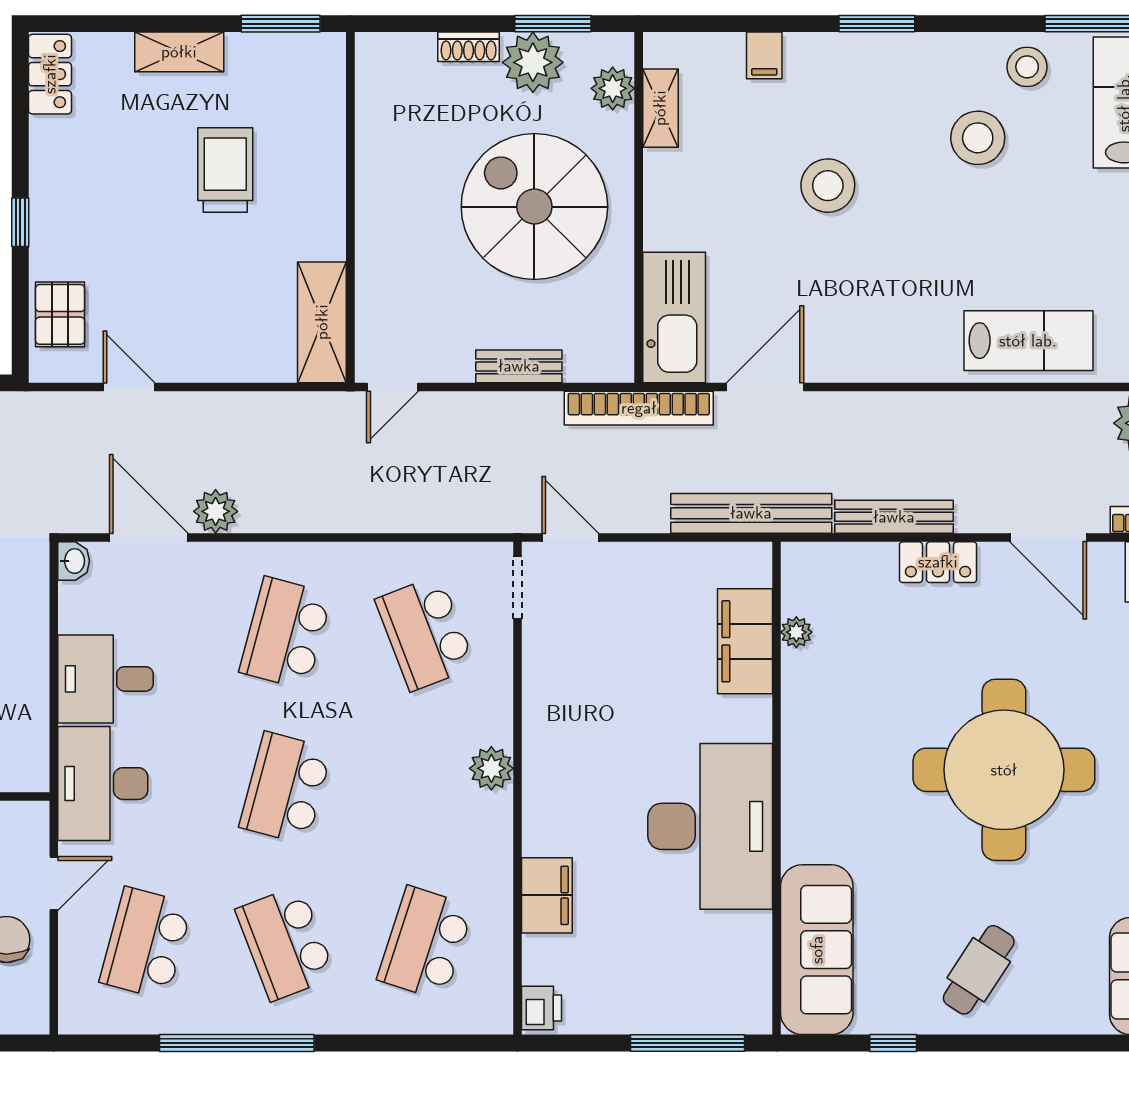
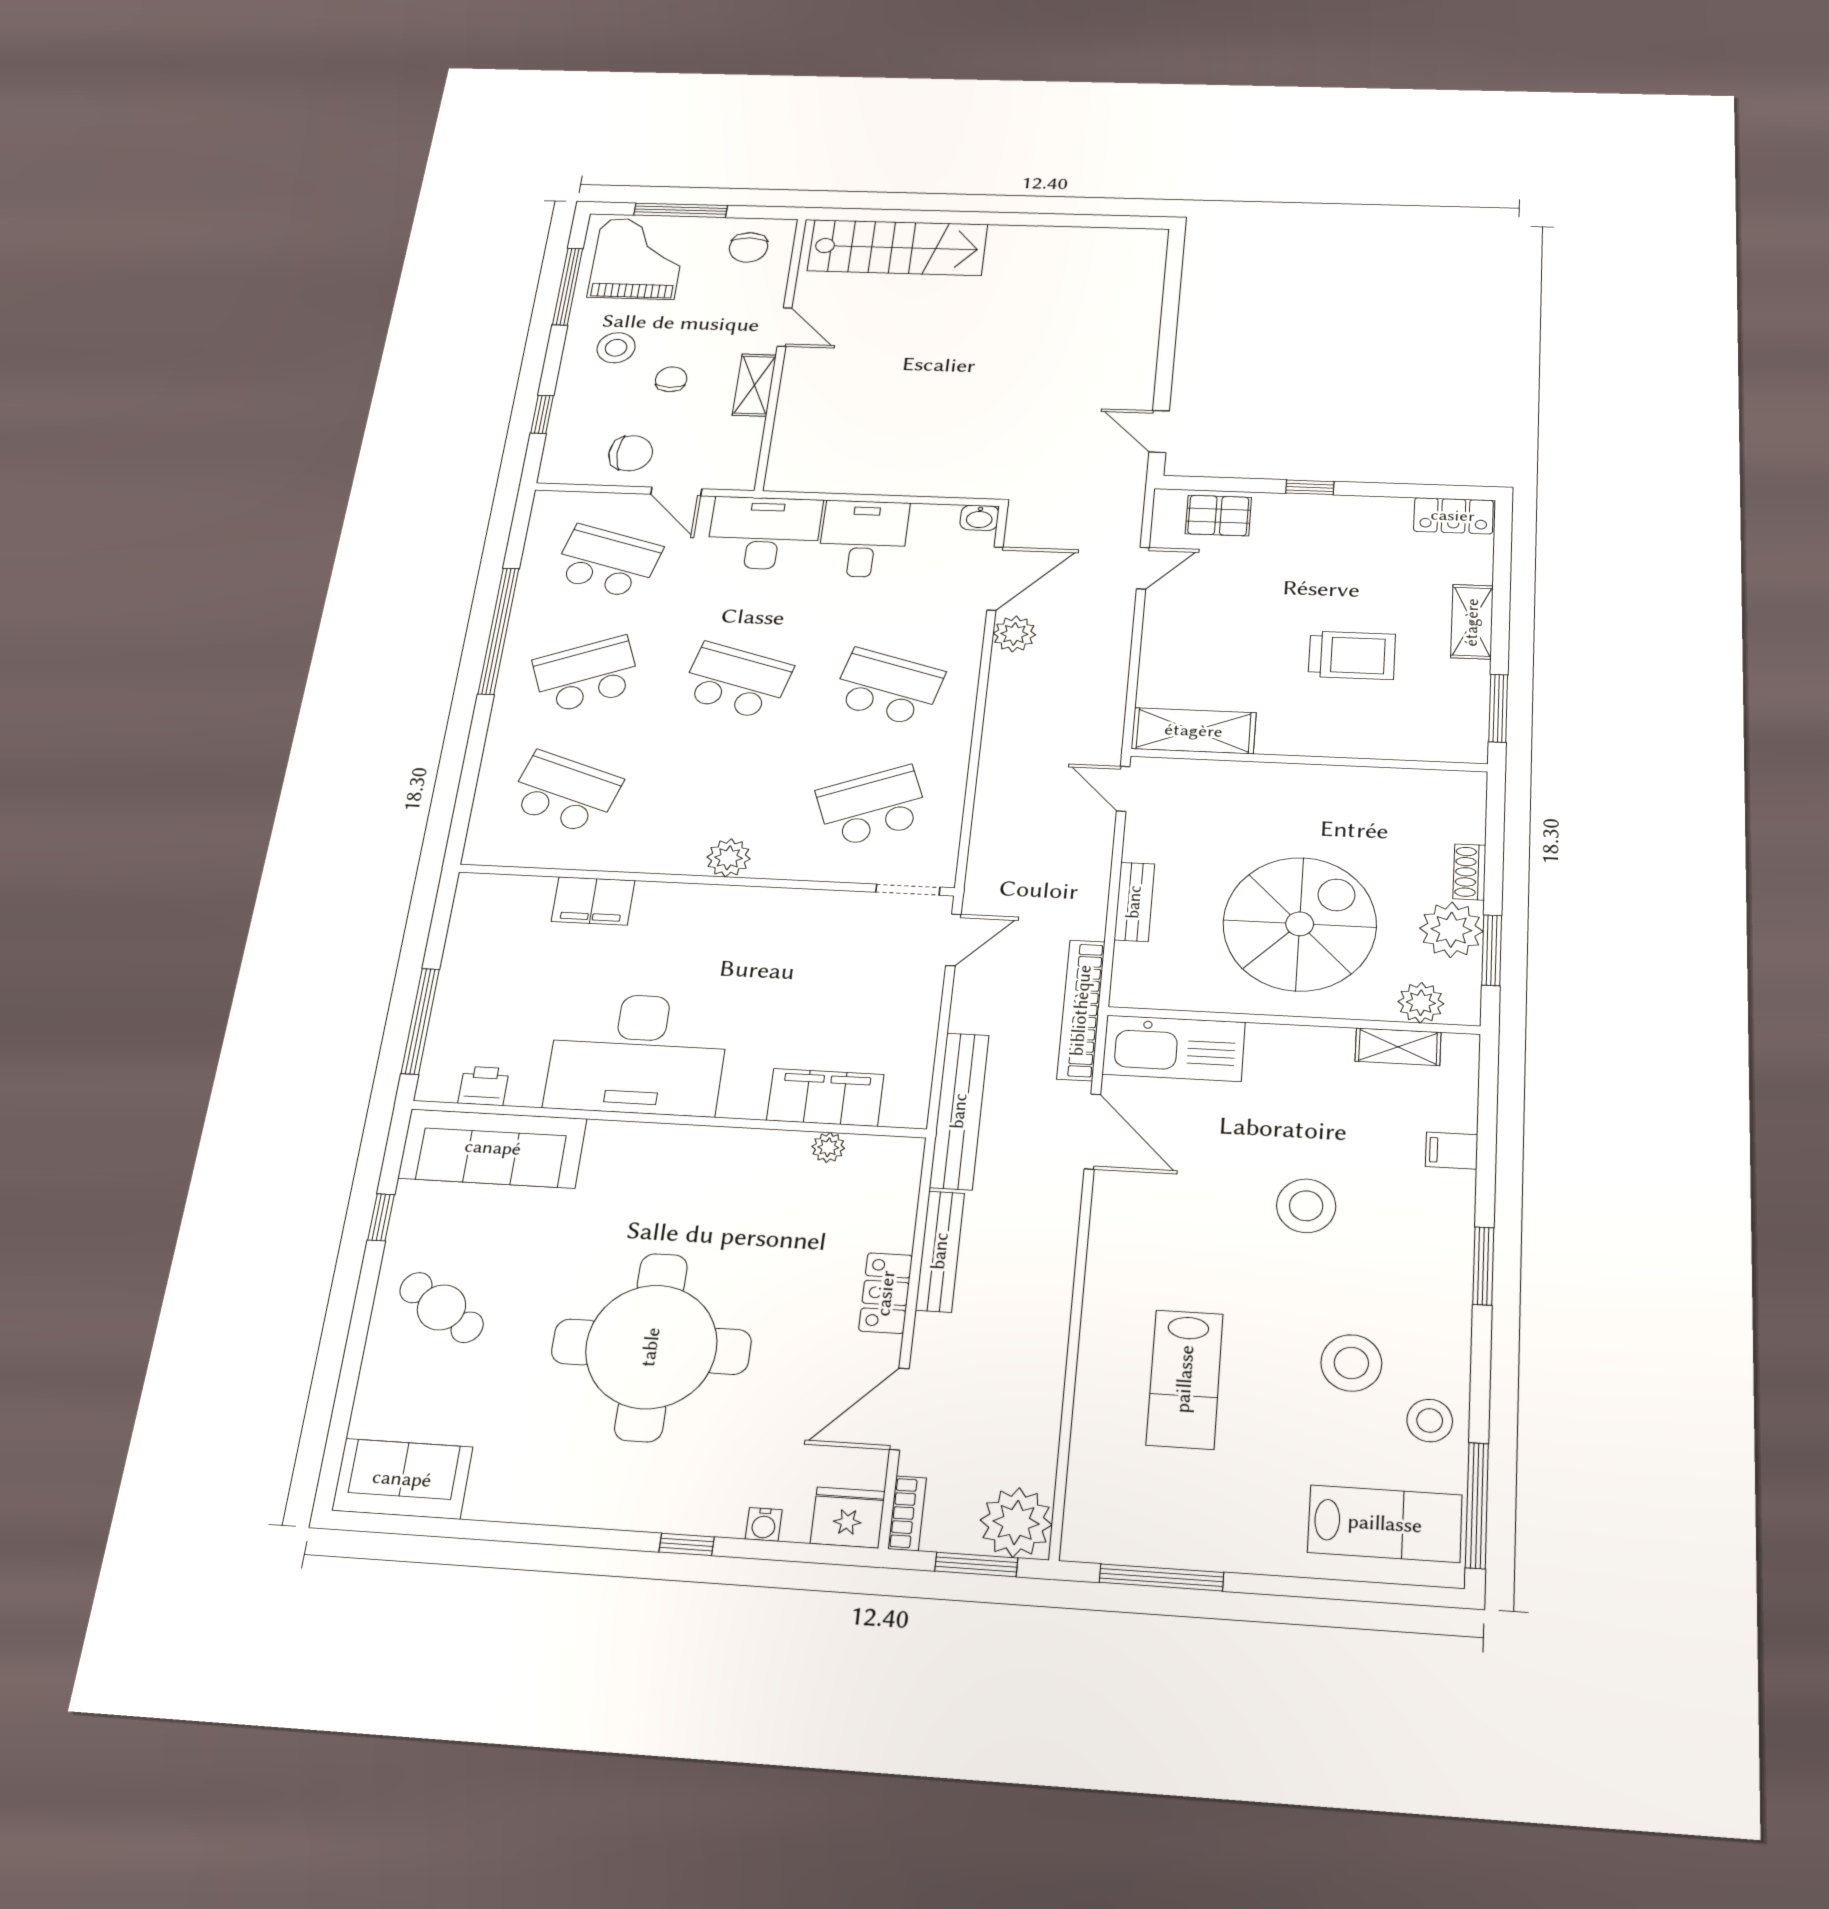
lab bench: (1028, 341) -> (1185, 1379), moved
printer: (541, 1008) -> (484, 1086), moved, turned 180

